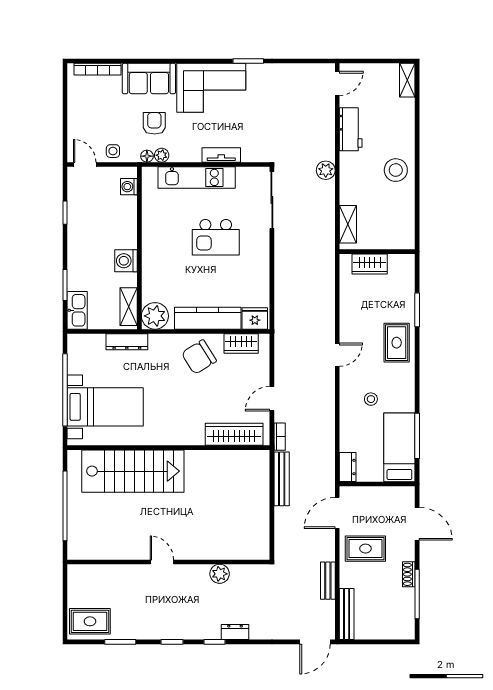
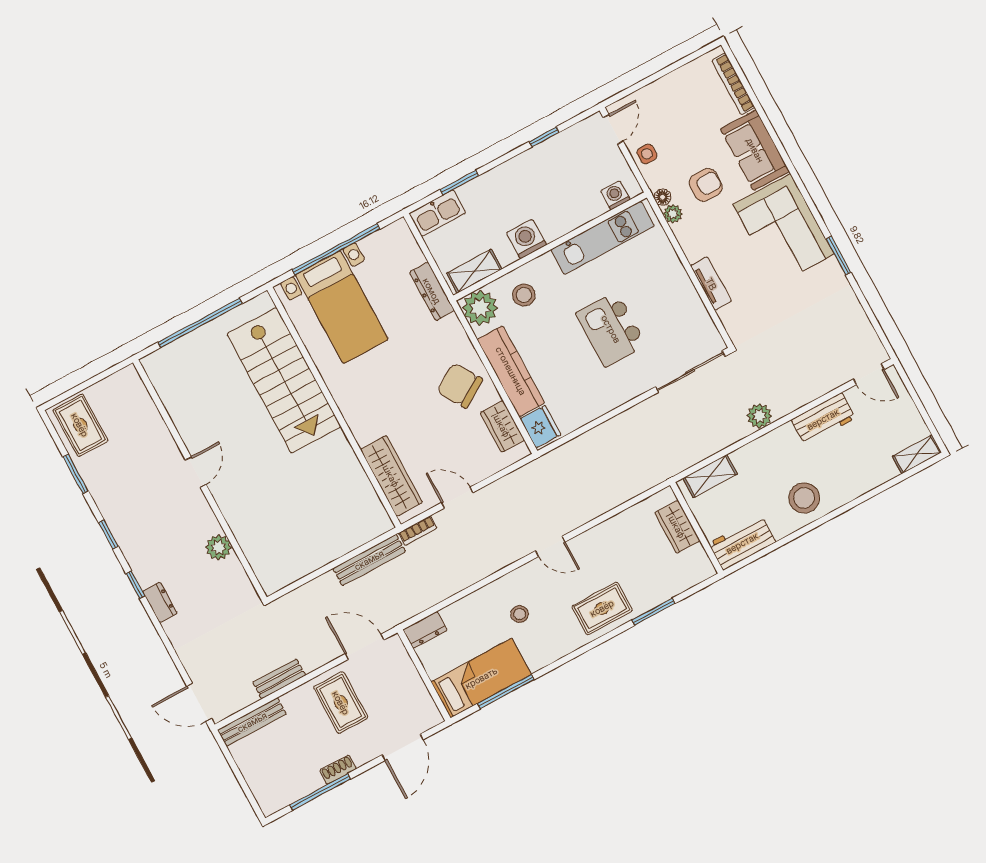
kitchen unit: (197, 177) -> (603, 238), moved, turned -90
workbench: (403, 227) -> (742, 543), added
stool: (162, 282) -> (524, 295), added

